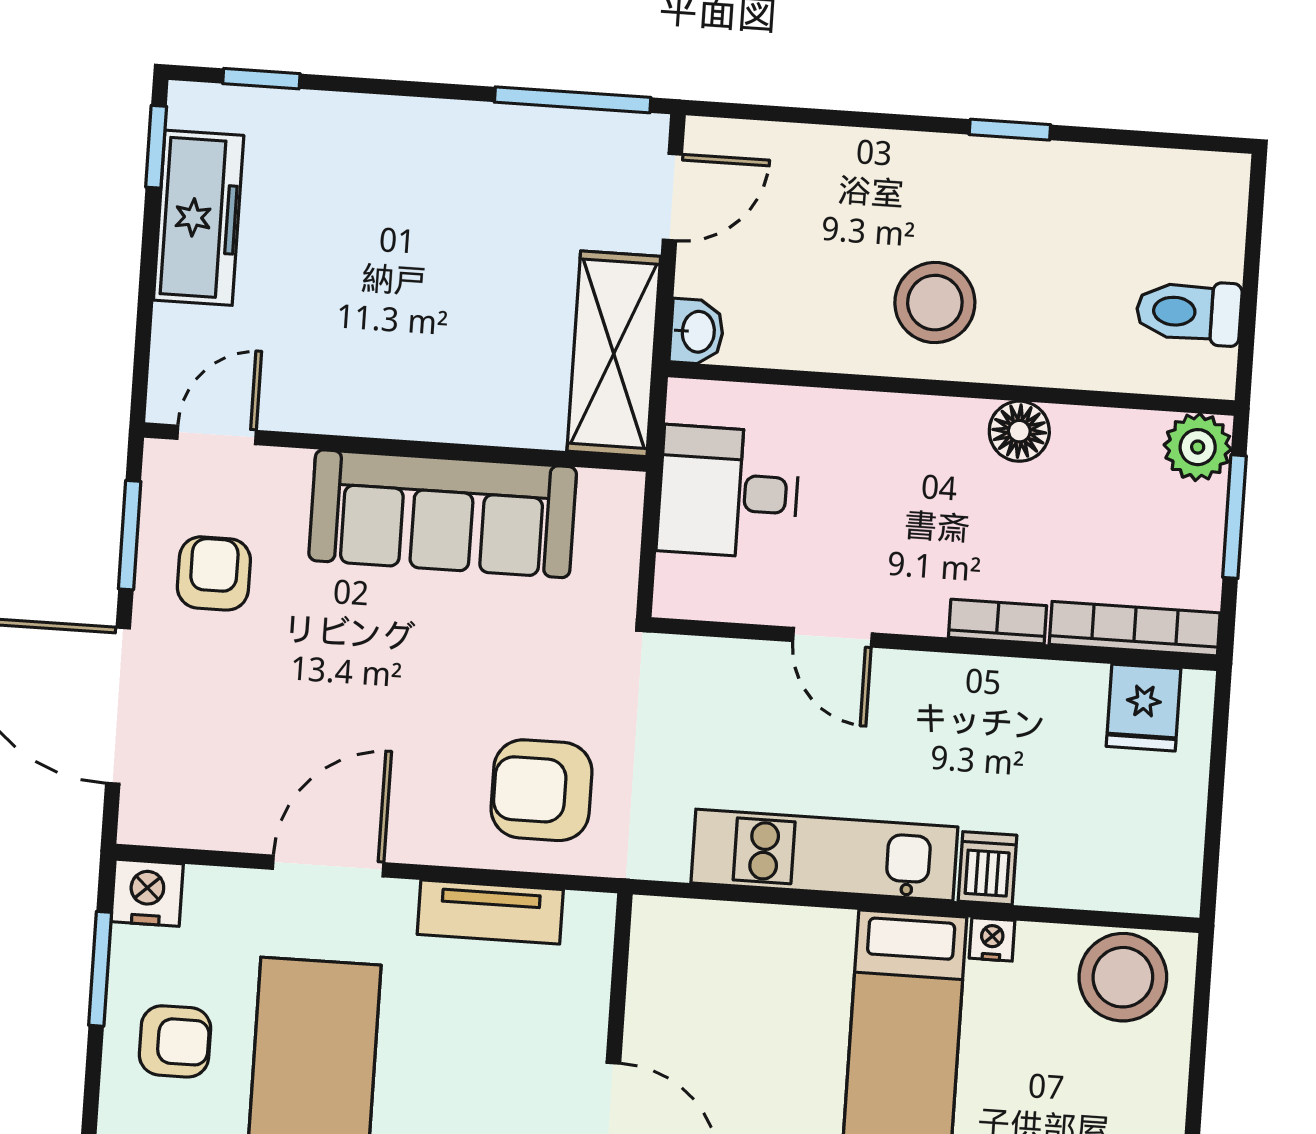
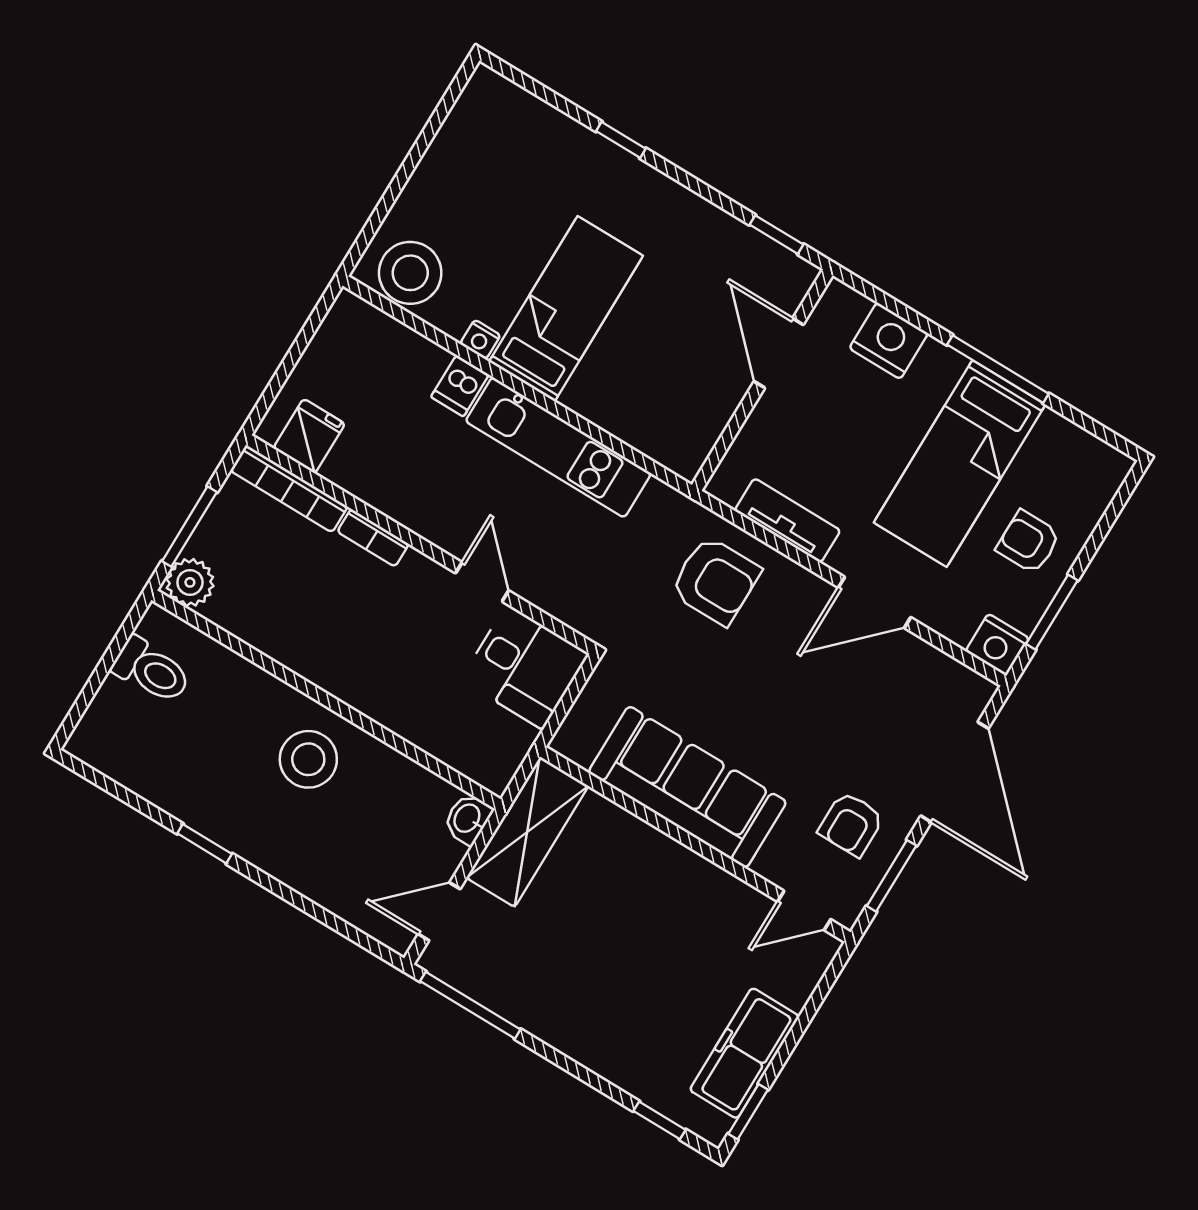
floor lamp: (1019, 431) -> (297, 651), removed
desk: (728, 492) -> (525, 667), moved

